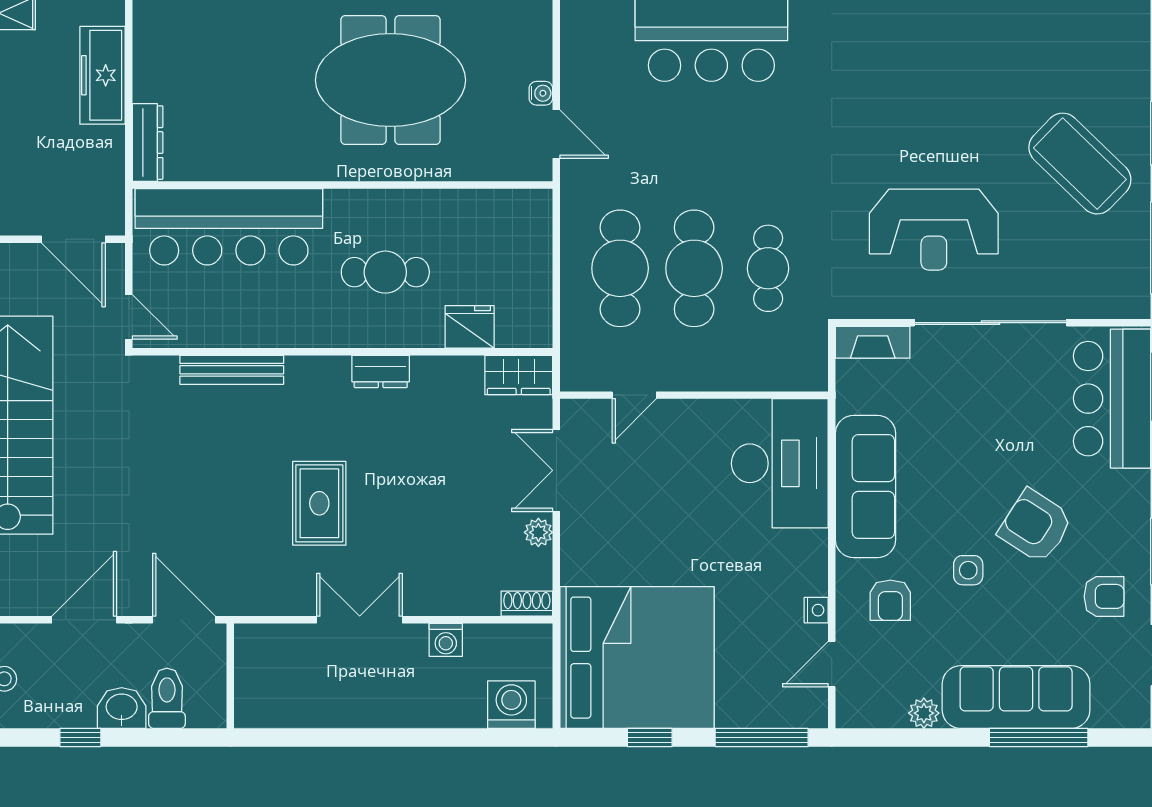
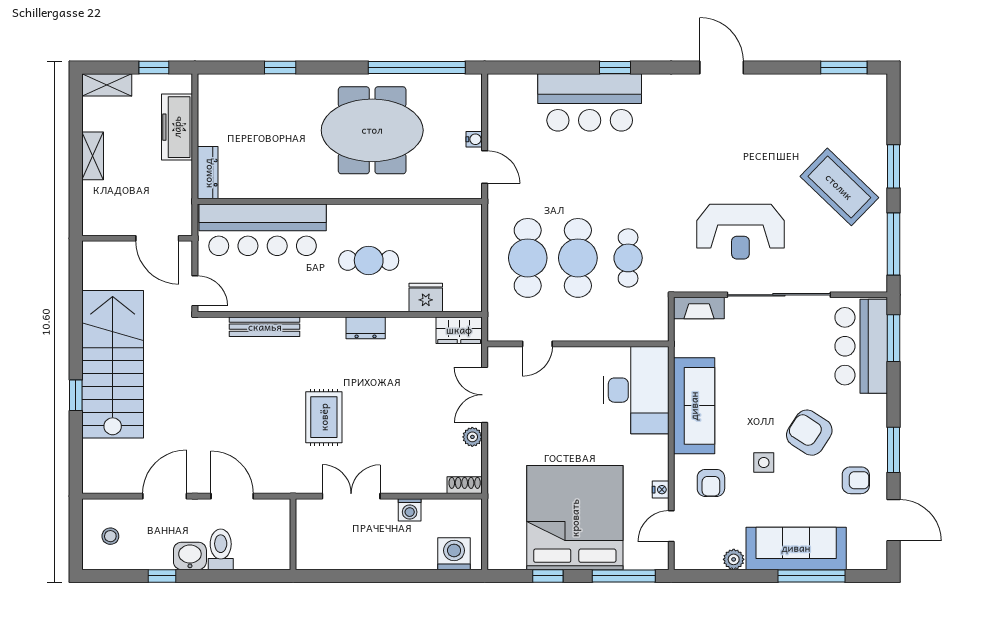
bed: (637, 658) -> (575, 518), moved, turned -90
wall: (230, 676) -> (293, 534), moved

